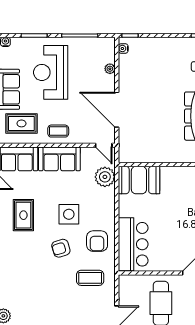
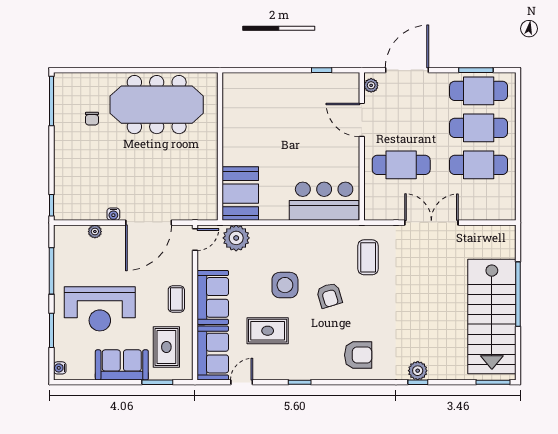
water cooler: (123, 48) -> (113, 214), moved
rug: (23, 215) -> (268, 331), moved
armchair: (97, 241) -> (358, 355), moved

